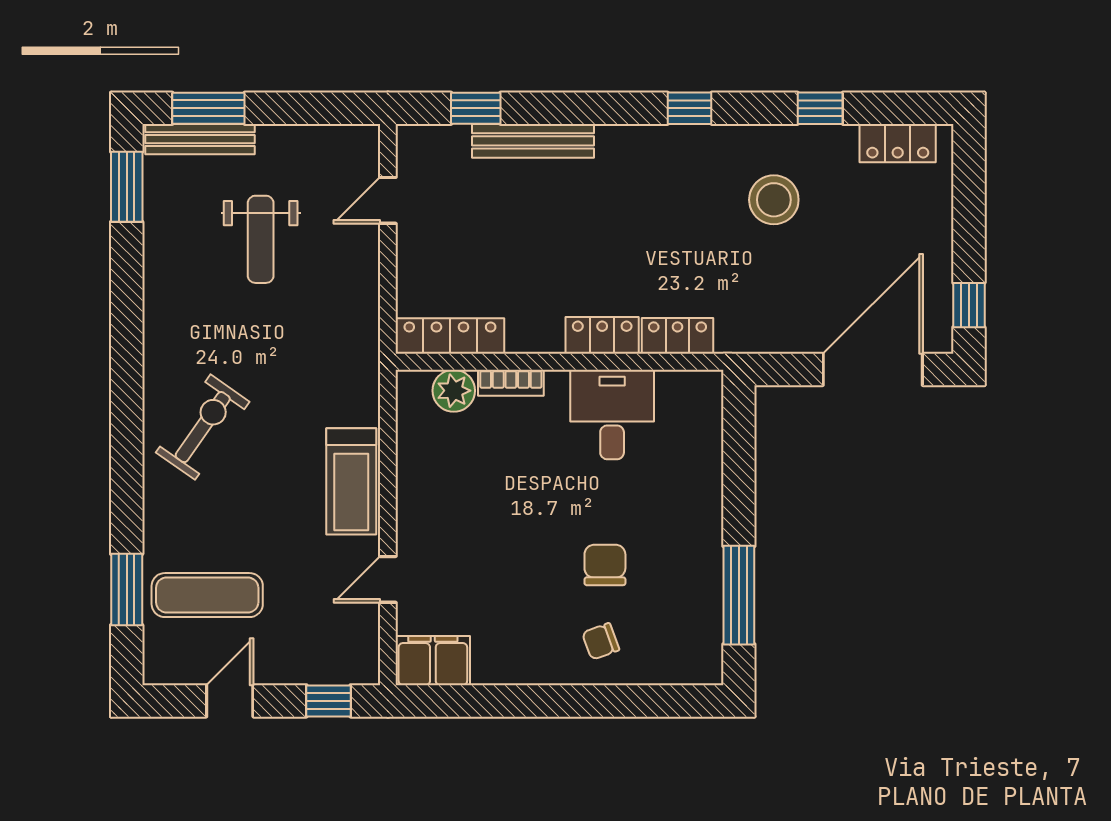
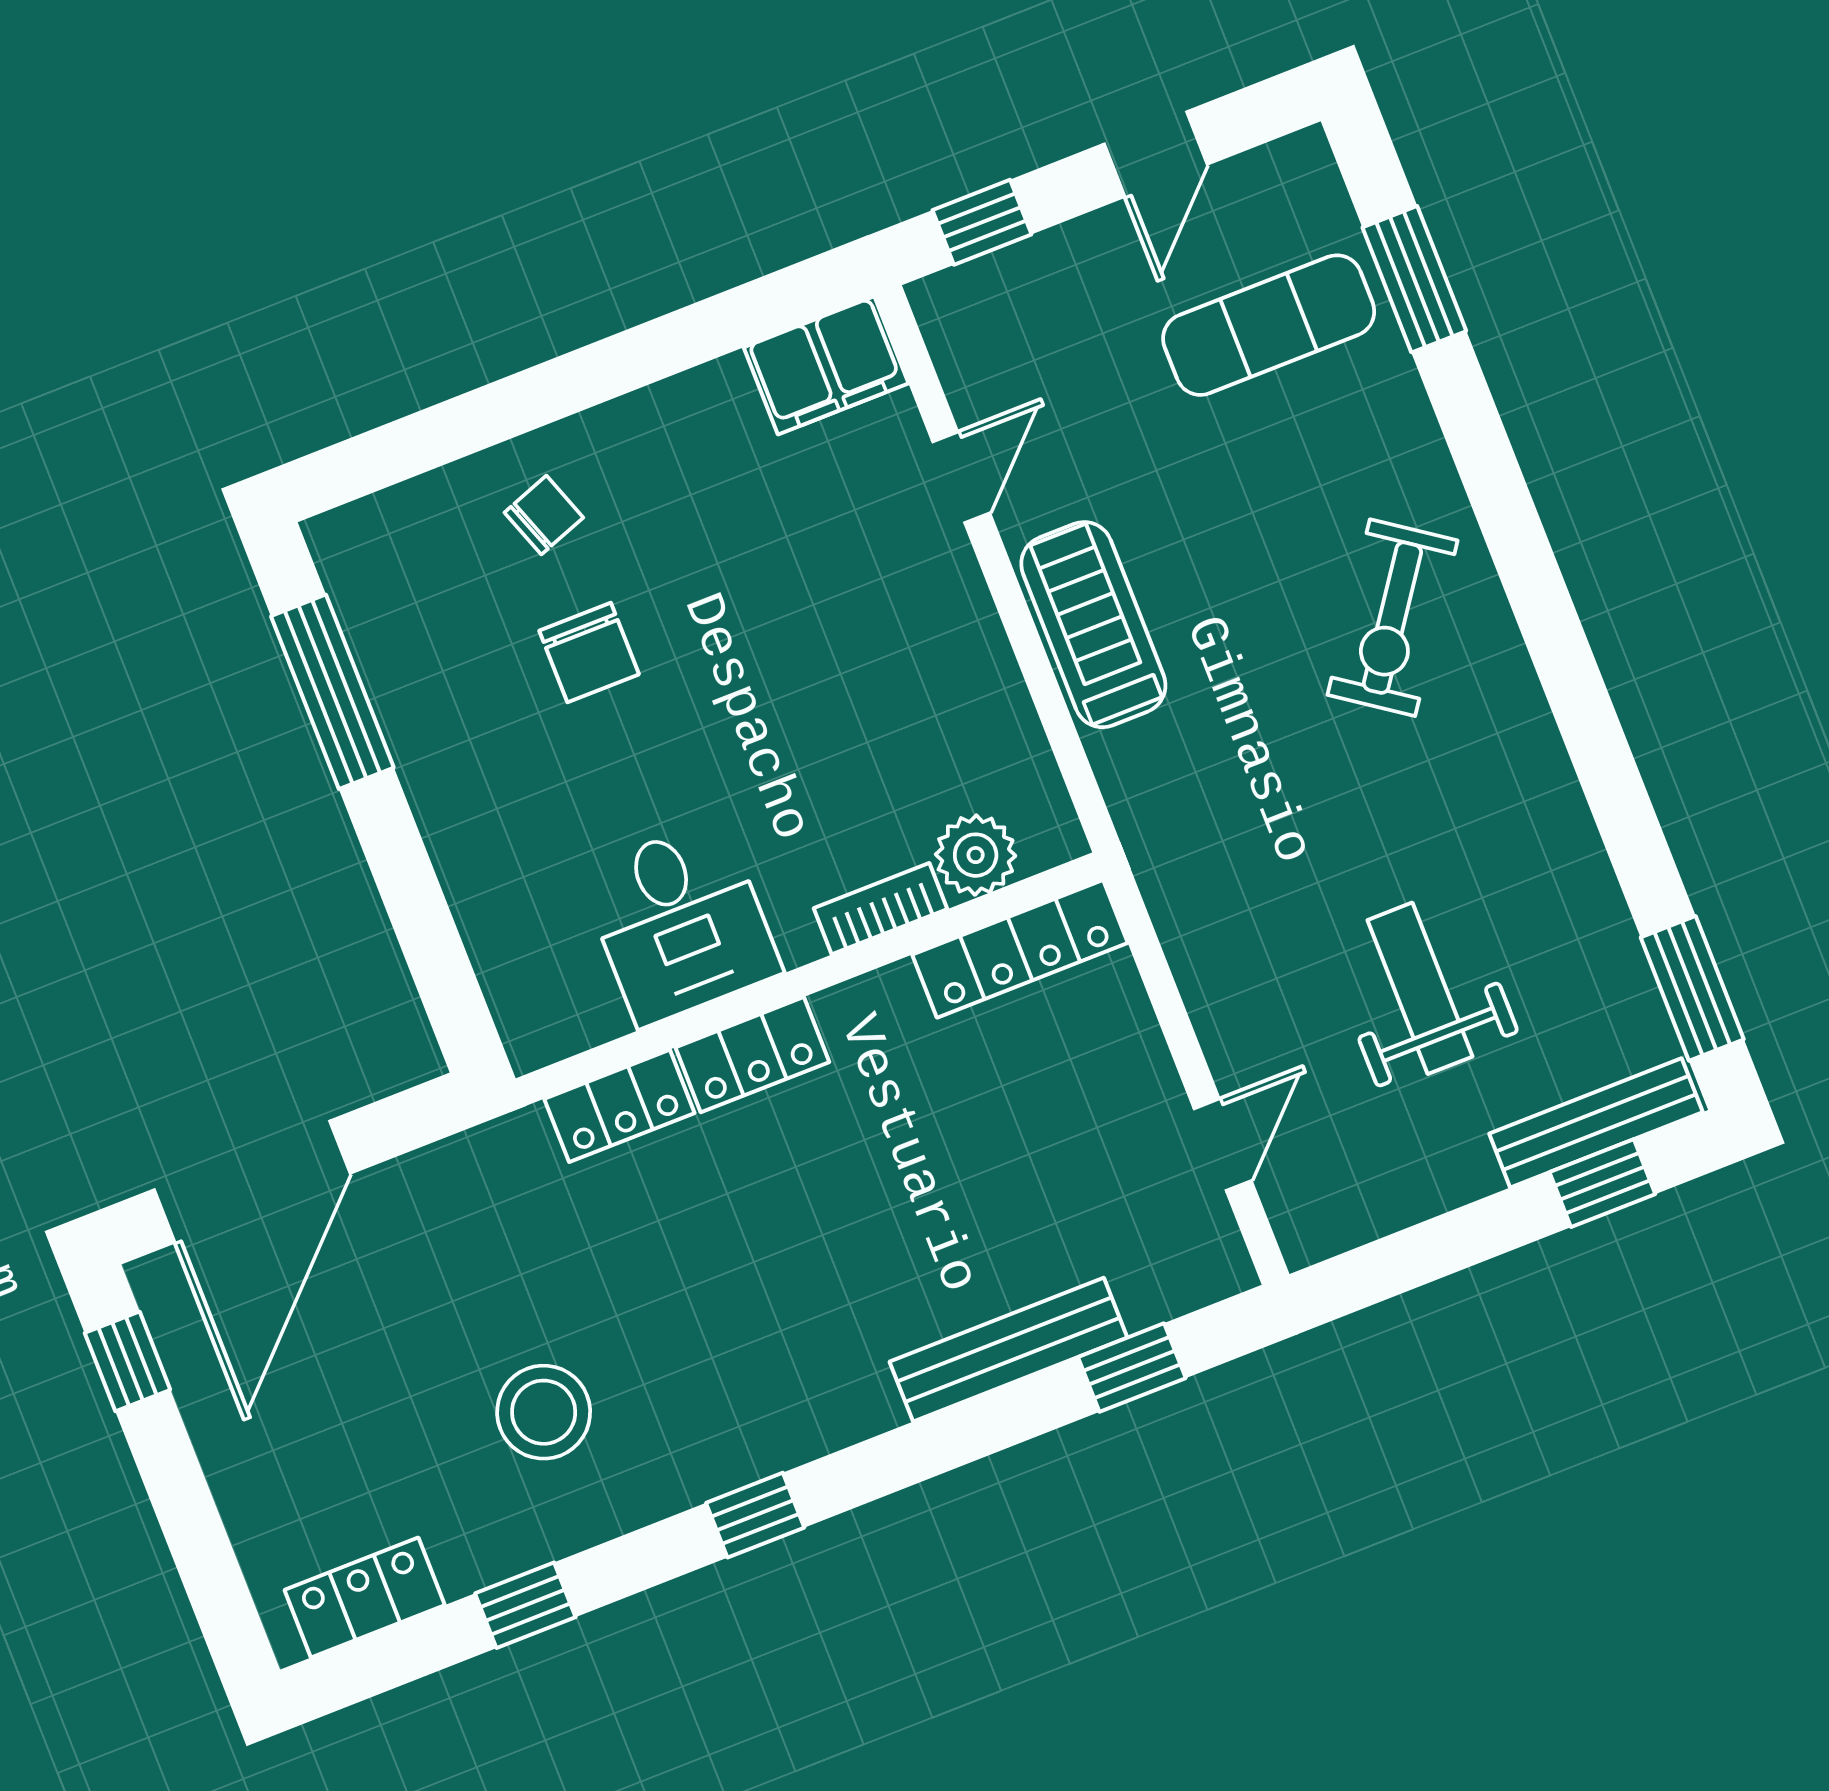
window: (208, 108) -> (1602, 1183), width x0.67

